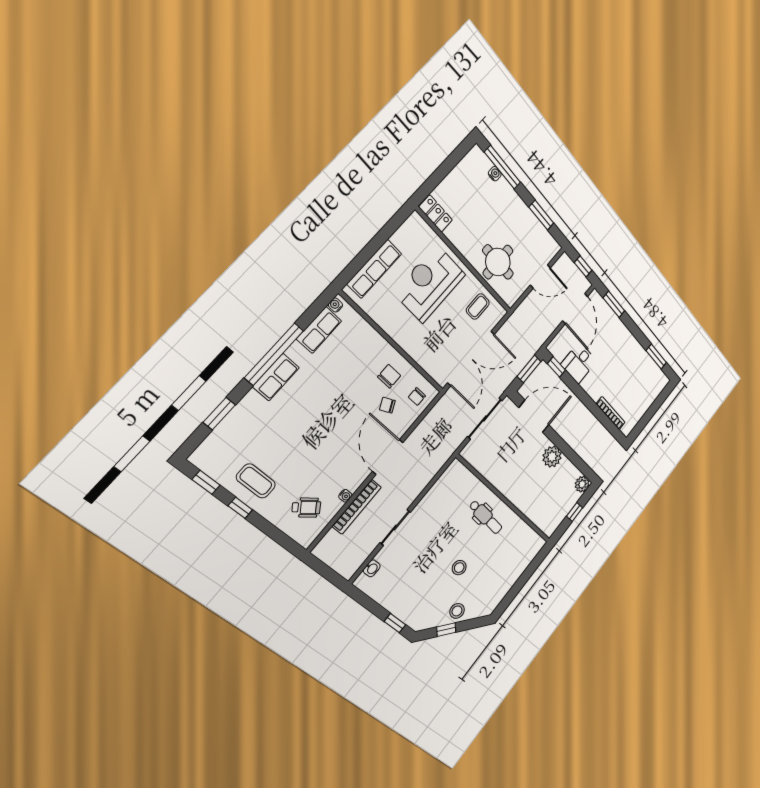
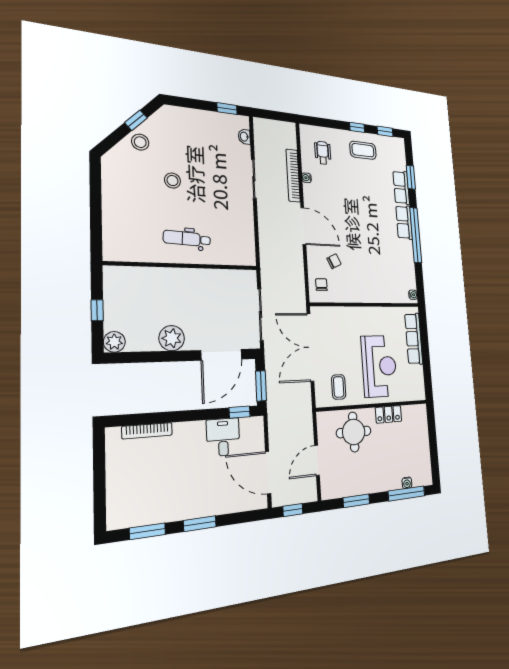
locker: (436, 214) -> (388, 414), moved
window: (614, 304) -> (200, 524), moved
row of seats: (319, 330) -> (401, 188), moved
chair: (389, 376) -> (349, 281), removed
wheelchair: (306, 508) -> (323, 153), turned 126
window: (395, 623) -> (227, 109), moved

